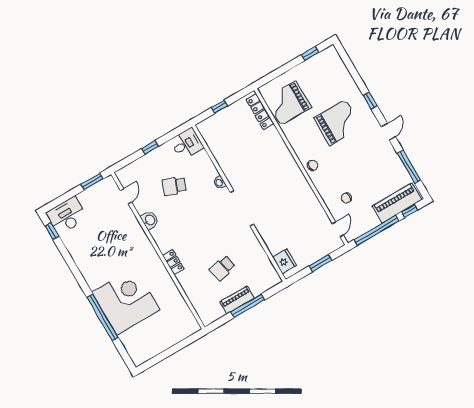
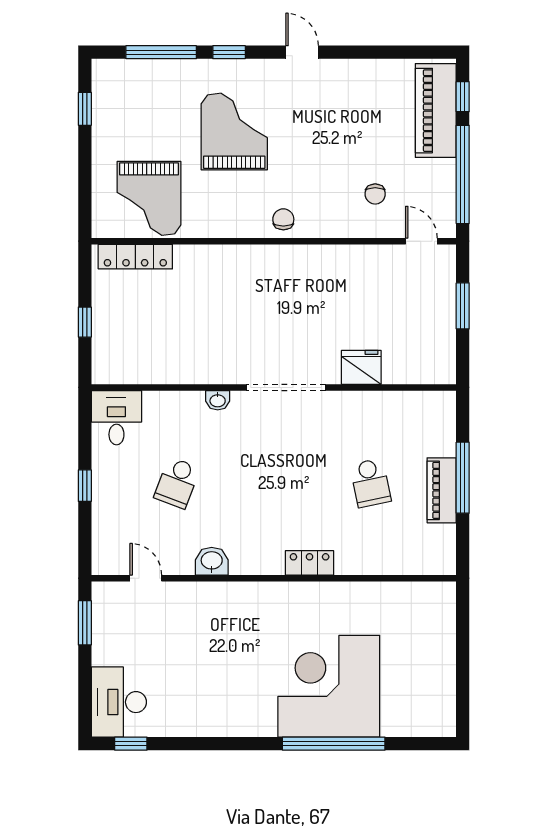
window: (409, 167) -> (161, 52), moved
fridge: (285, 261) -> (361, 367), moved

